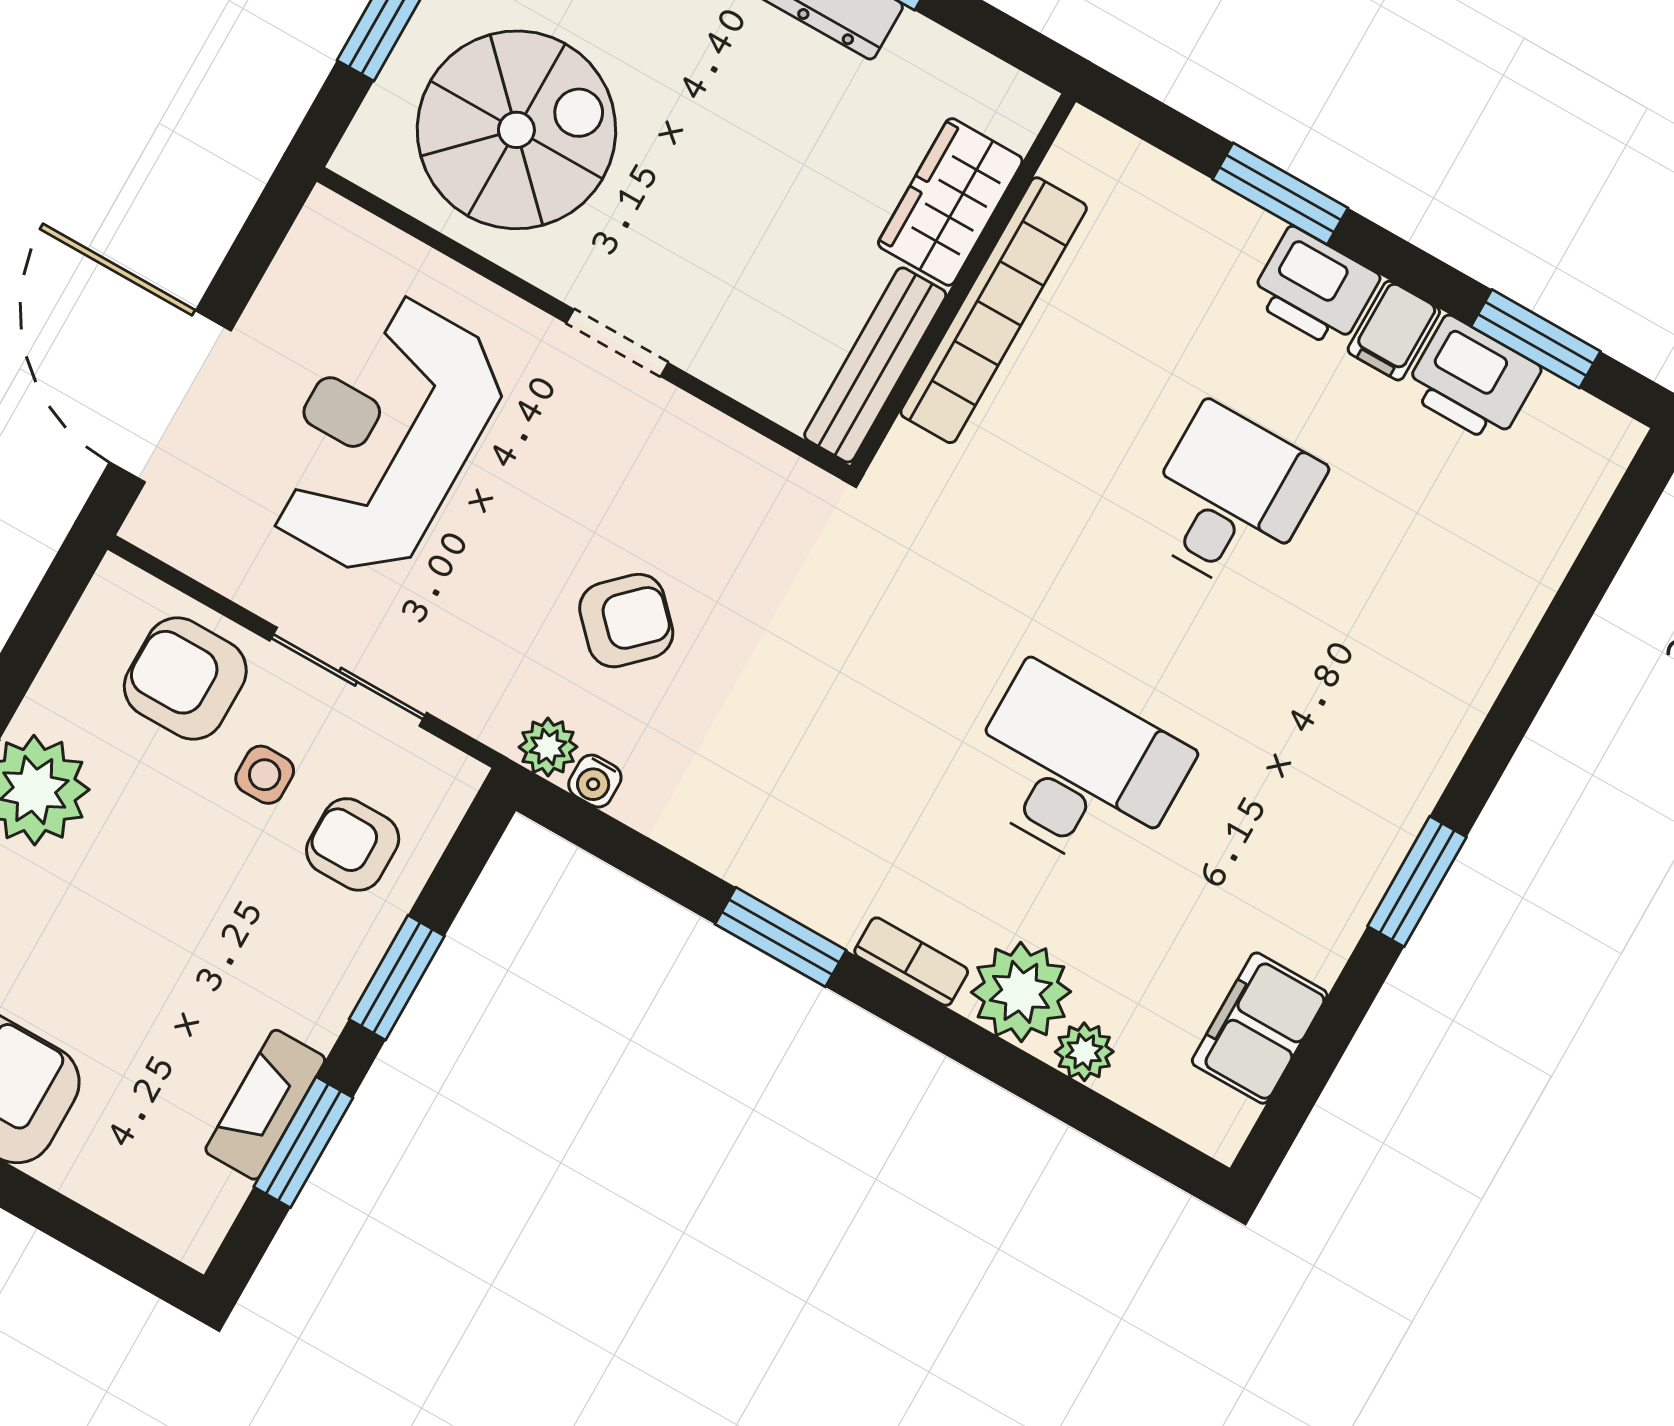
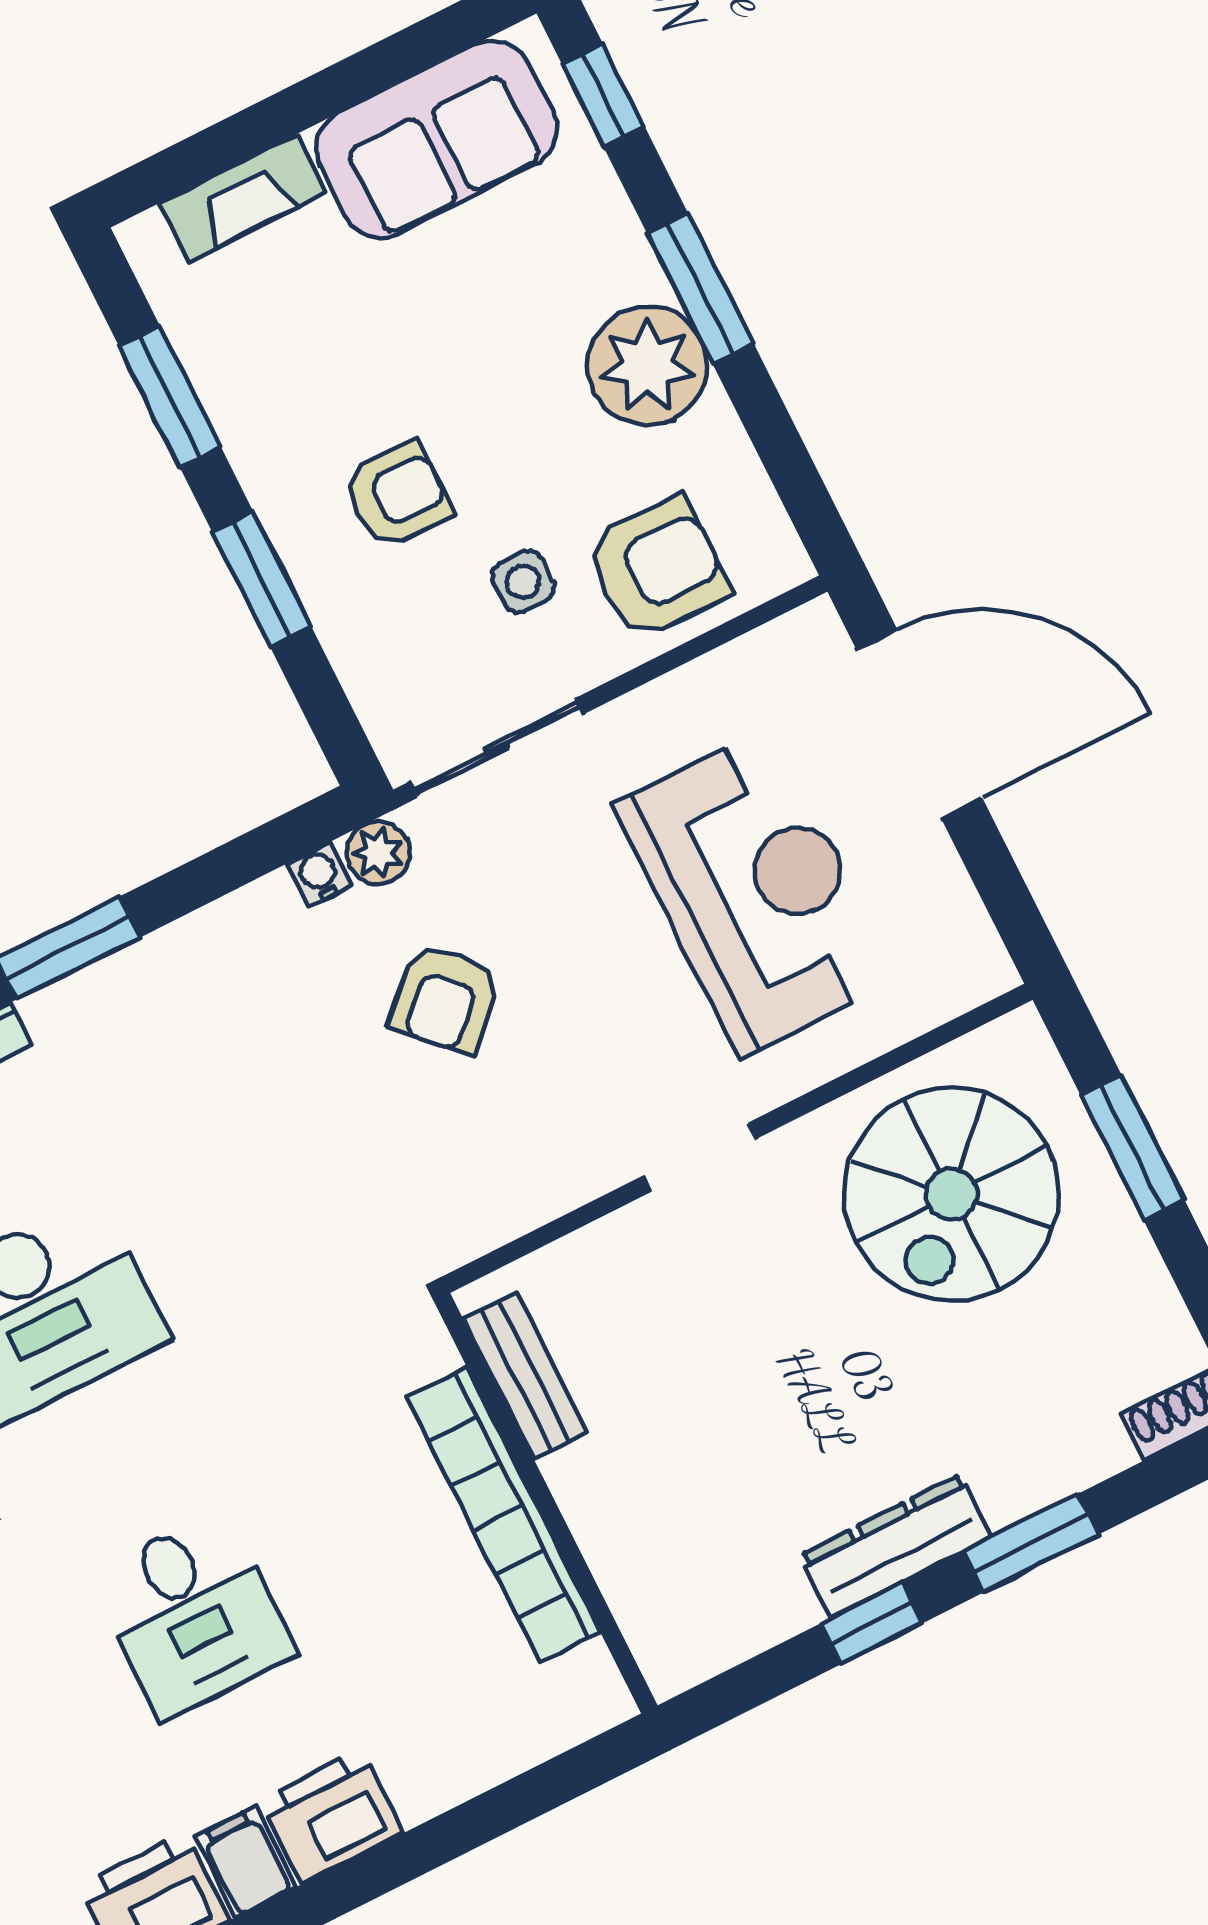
window: (1280, 194) -> (437, 1842), removed
wardrobe: (950, 202) -> (627, 1541), removed
bench: (875, 365) -> (525, 1376), width x0.73
sliding door: (348, 677) -> (496, 748), moved
armchair: (353, 844) -> (397, 495), moved
fireplace: (265, 1105) -> (243, 198), moved, turned 90

